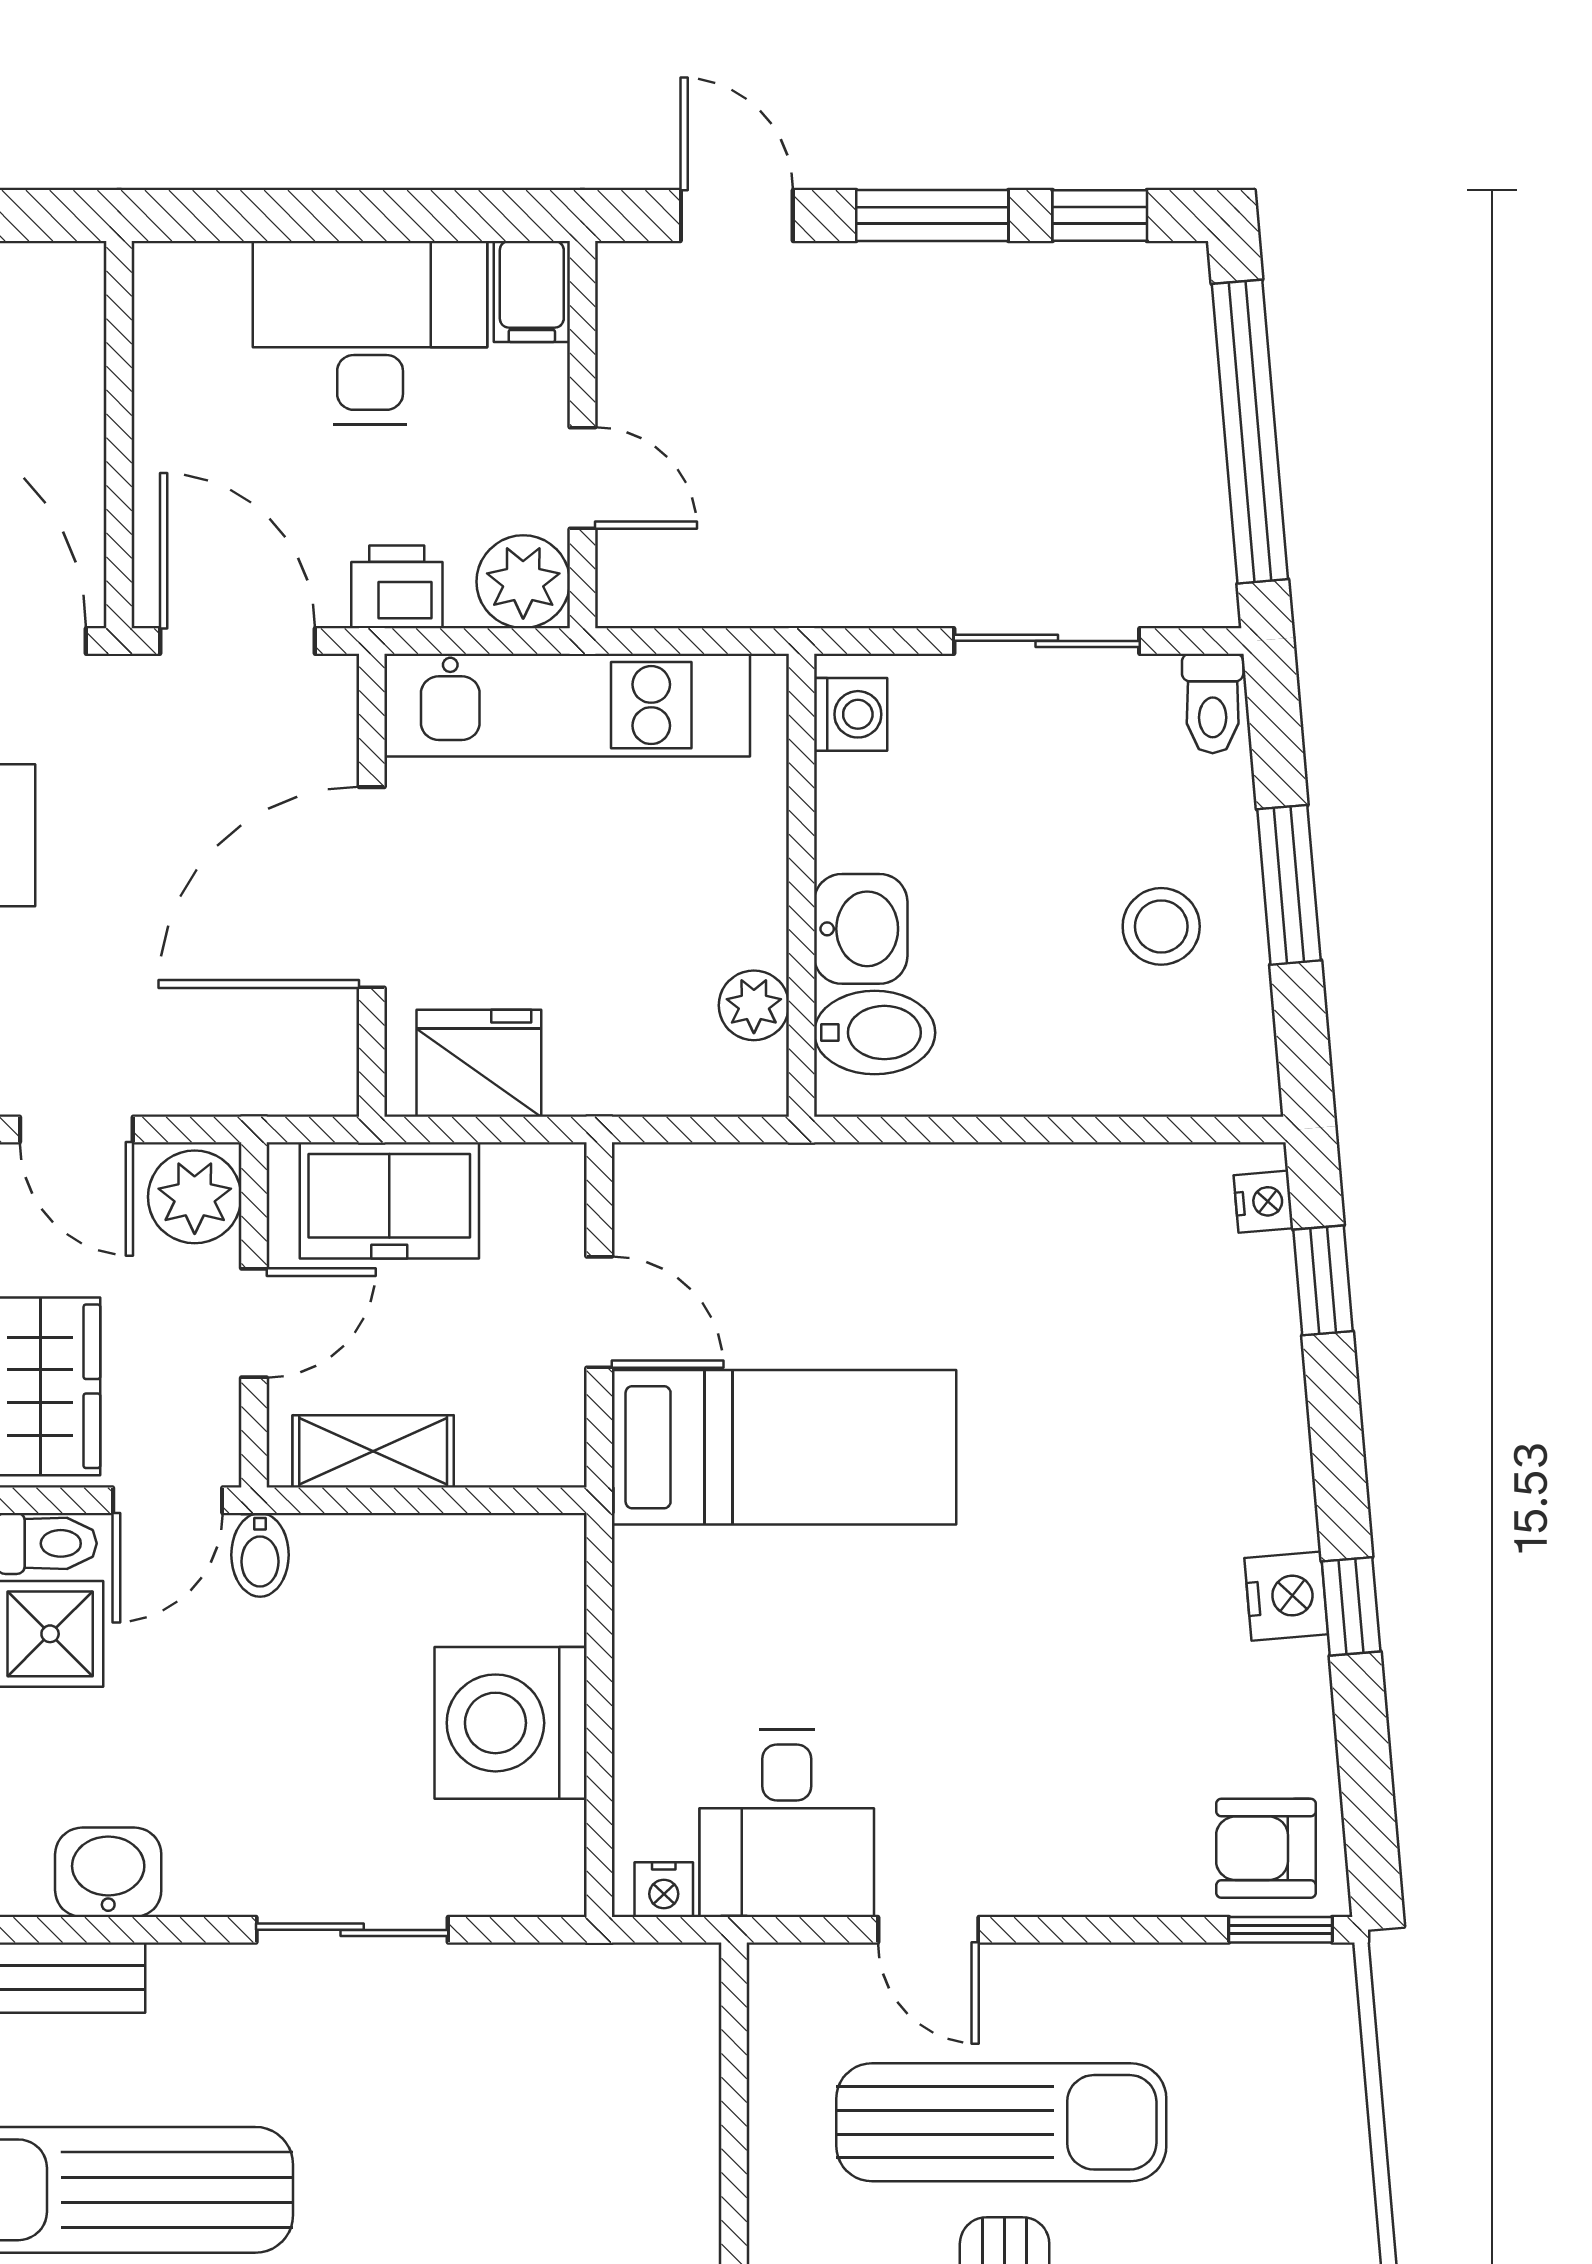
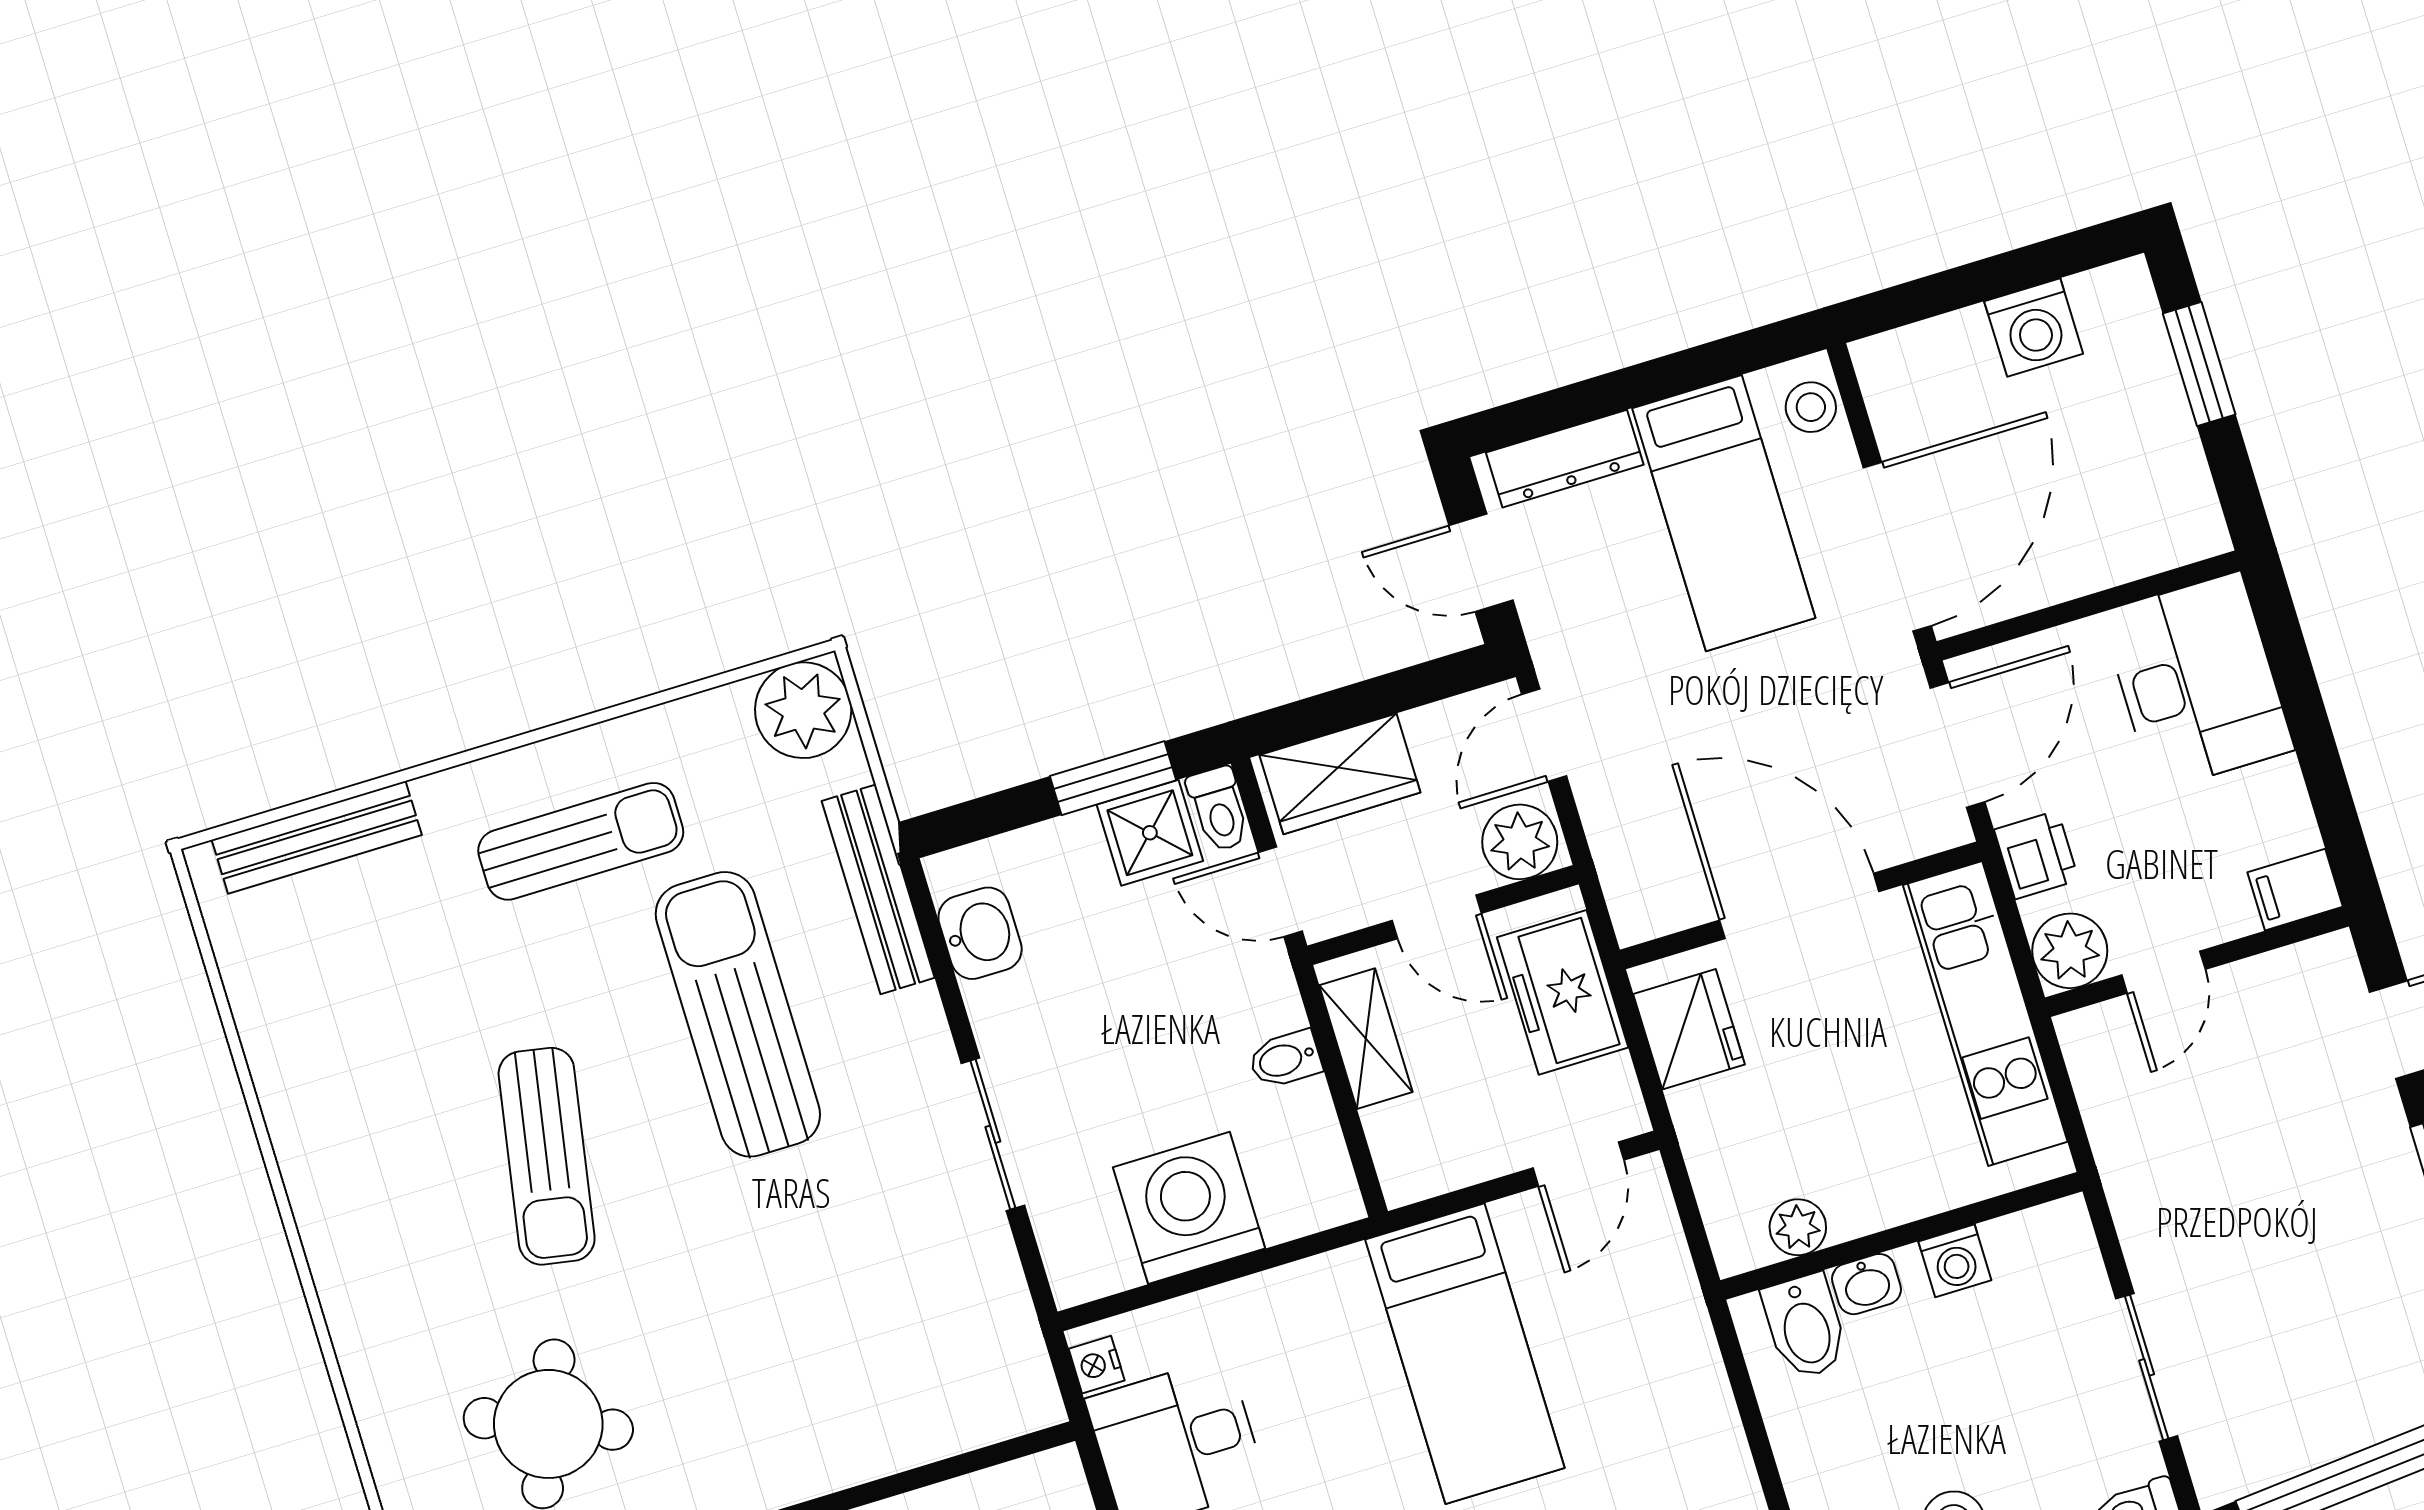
desk: (370, 333) -> (2197, 682), moved
washing machine: (851, 714) -> (1955, 1261), moved
washbasin: (861, 929) -> (1867, 1284), width x0.72, depth x0.69
door: (599, 1312) -> (1578, 1164), moved
bidet: (260, 1555) -> (1285, 1059), moved

